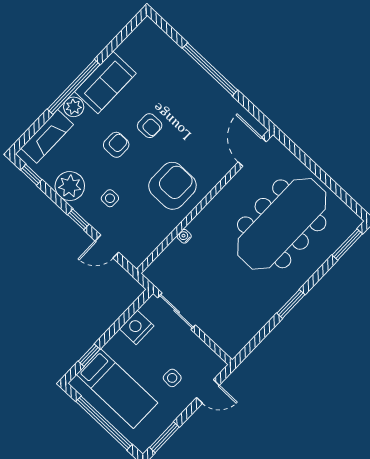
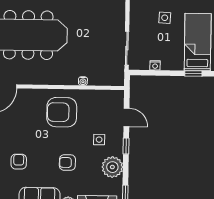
armchair: (150, 126) -> (19, 162), moved
nightstand: (137, 327) -> (155, 65), width x0.53, depth x0.56

